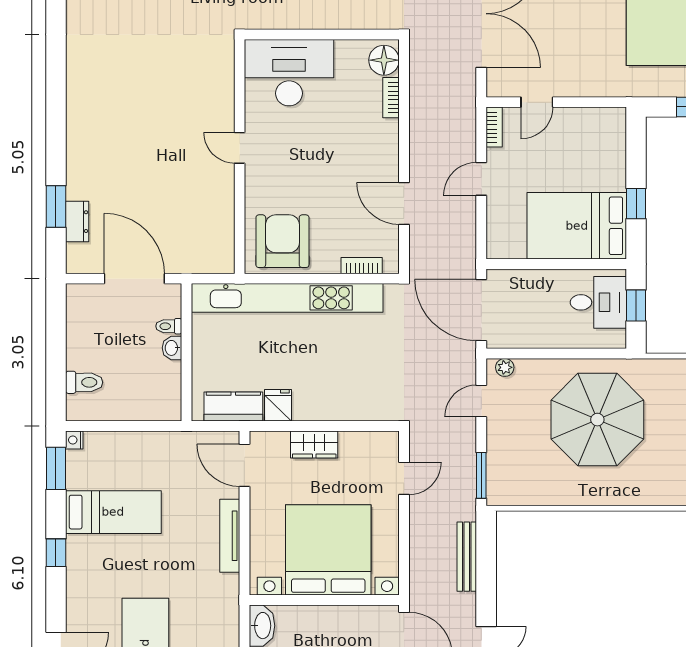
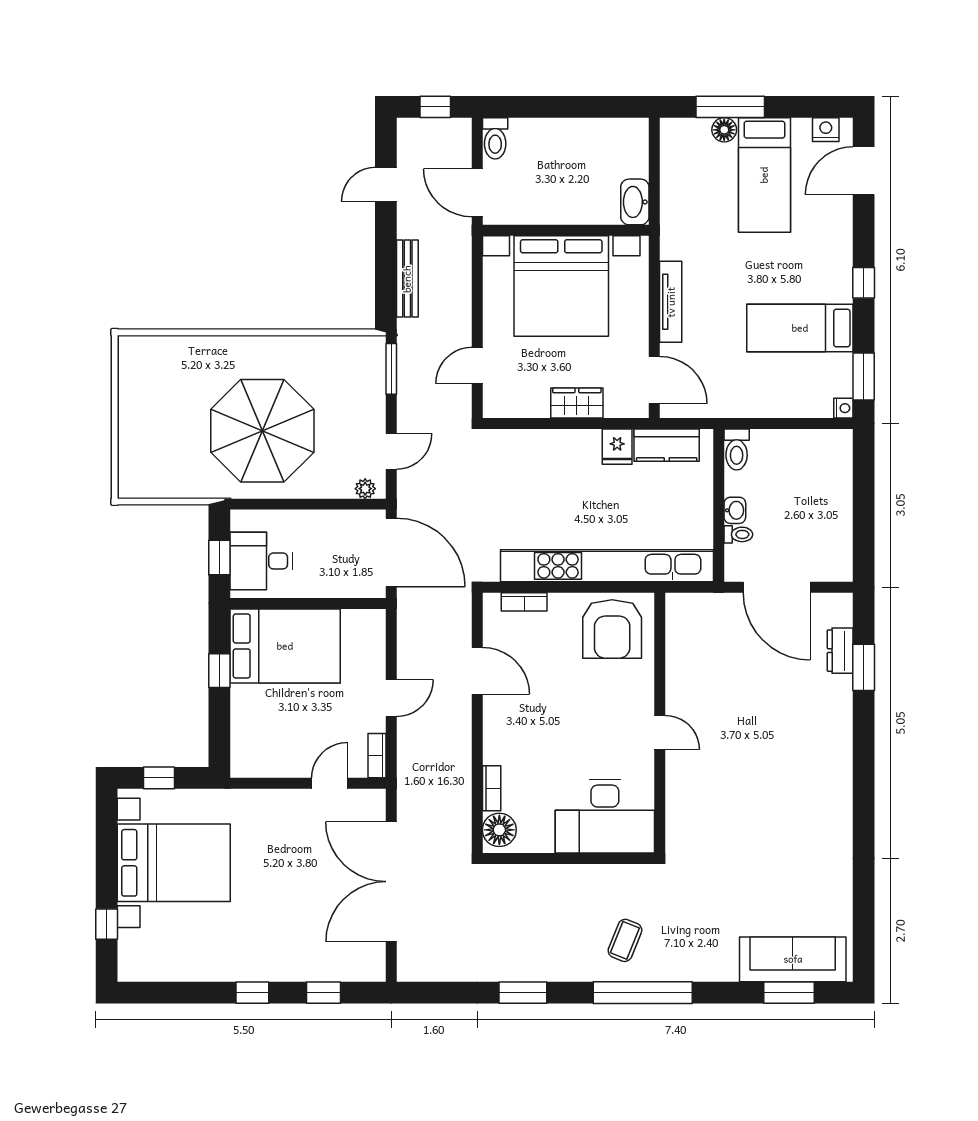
toilet: (84, 382) -> (737, 449), moved, turned -90

